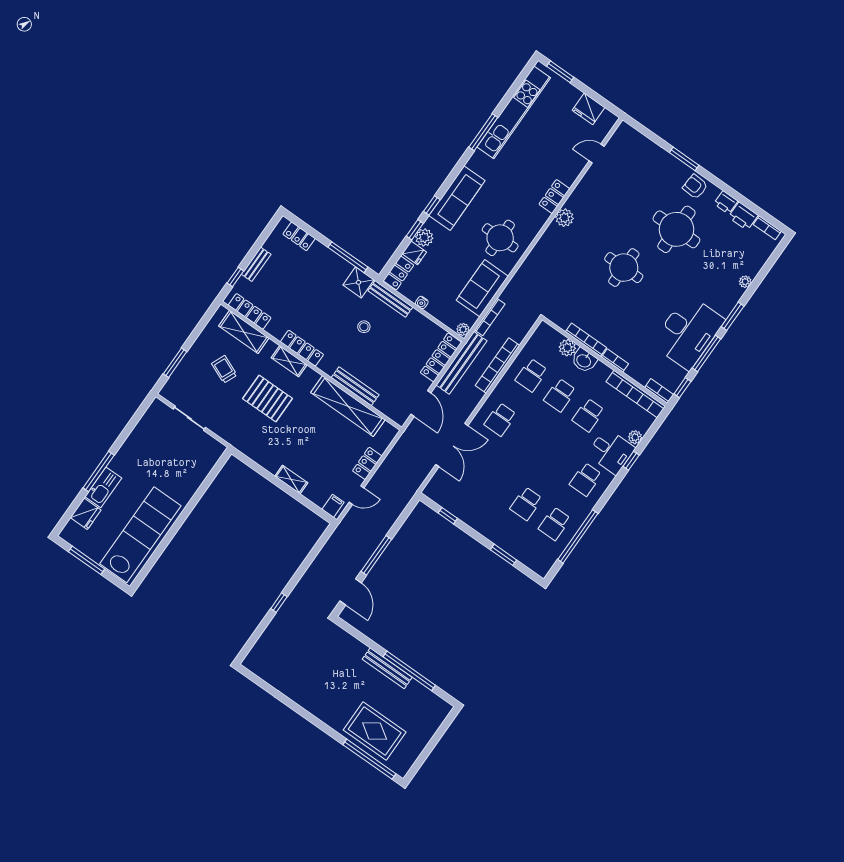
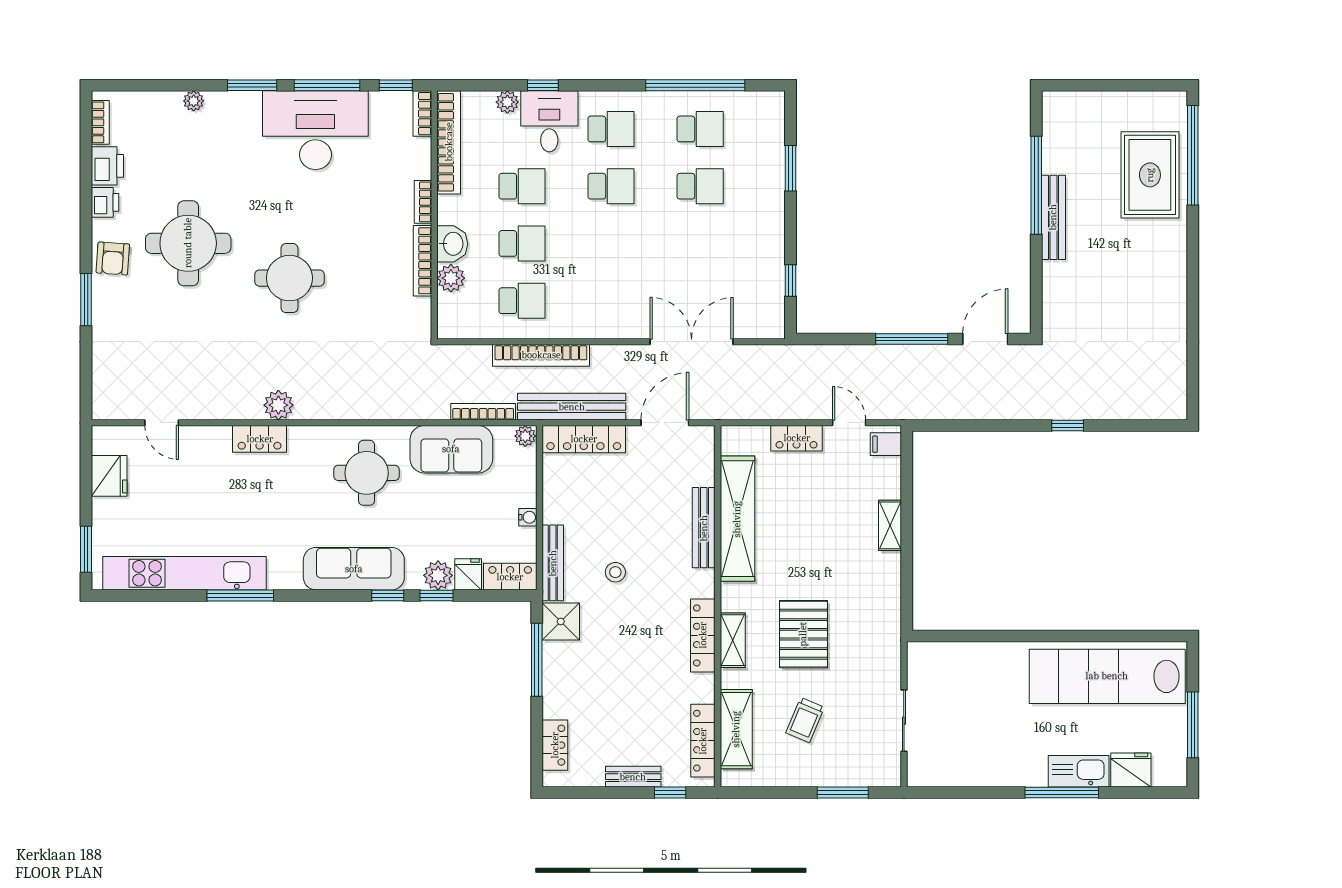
school desk: (500, 419) -> (611, 186), moved

